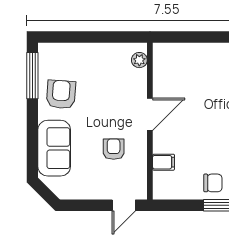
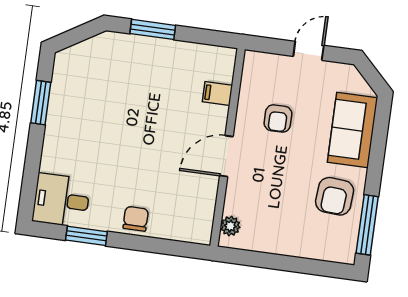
chair: (213, 183) -> (136, 219), moved, turned 90
door: (124, 205) -> (309, 51), moved

